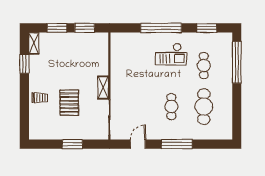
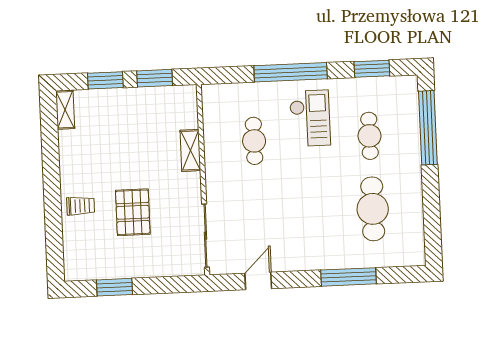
checkout: (171, 54) -> (310, 118), turned -90
window: (24, 64) -> (50, 147), removed
shelving: (103, 87) -> (190, 150), moved
cafe table: (171, 107) -> (254, 141), moved
window: (72, 144) -> (114, 287), moved
window: (177, 144) -> (348, 277), moved

